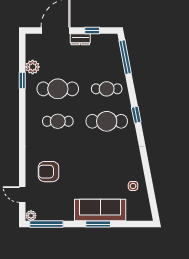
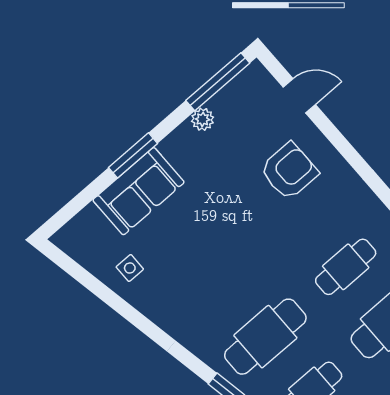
sofa: (100, 210) -> (139, 191), width x0.73
plant: (31, 216) -> (203, 119), moved

